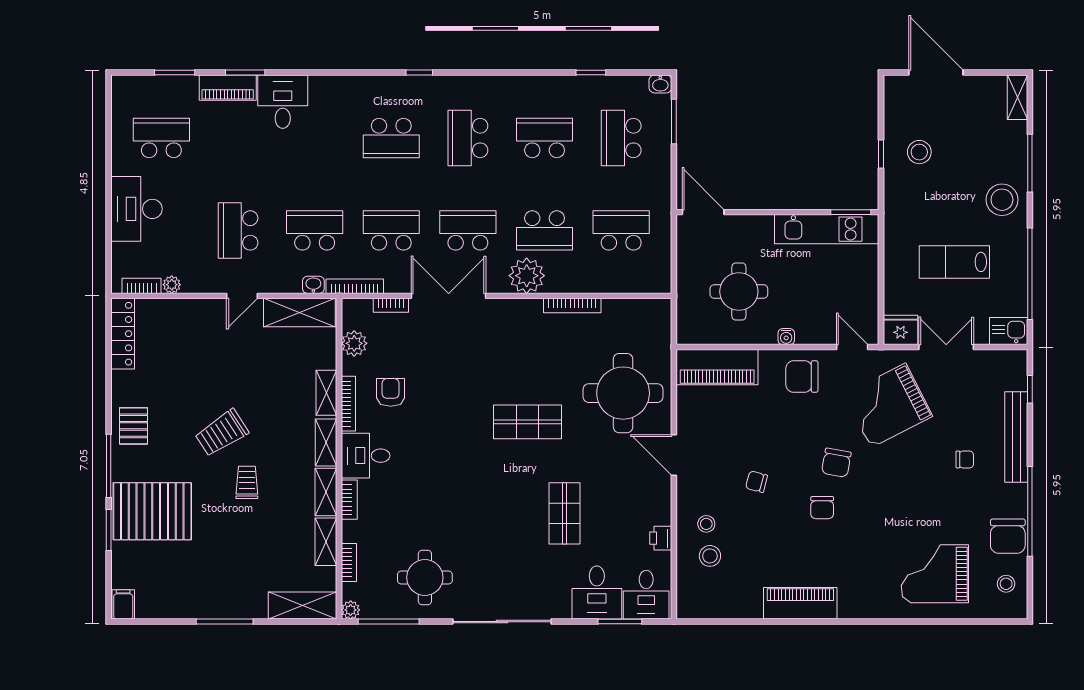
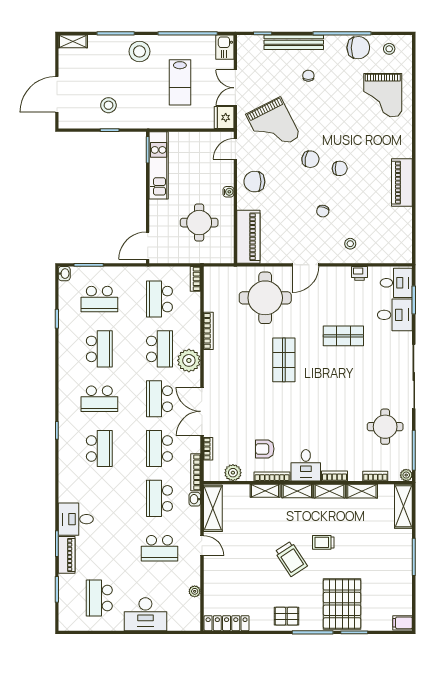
school desk: (545, 138) -> (99, 349), turned 180
bookcase: (142, 286) -> (195, 279), moved
chair: (802, 376) -> (254, 182), turned 90
stool: (710, 556) -> (371, 241), removed

